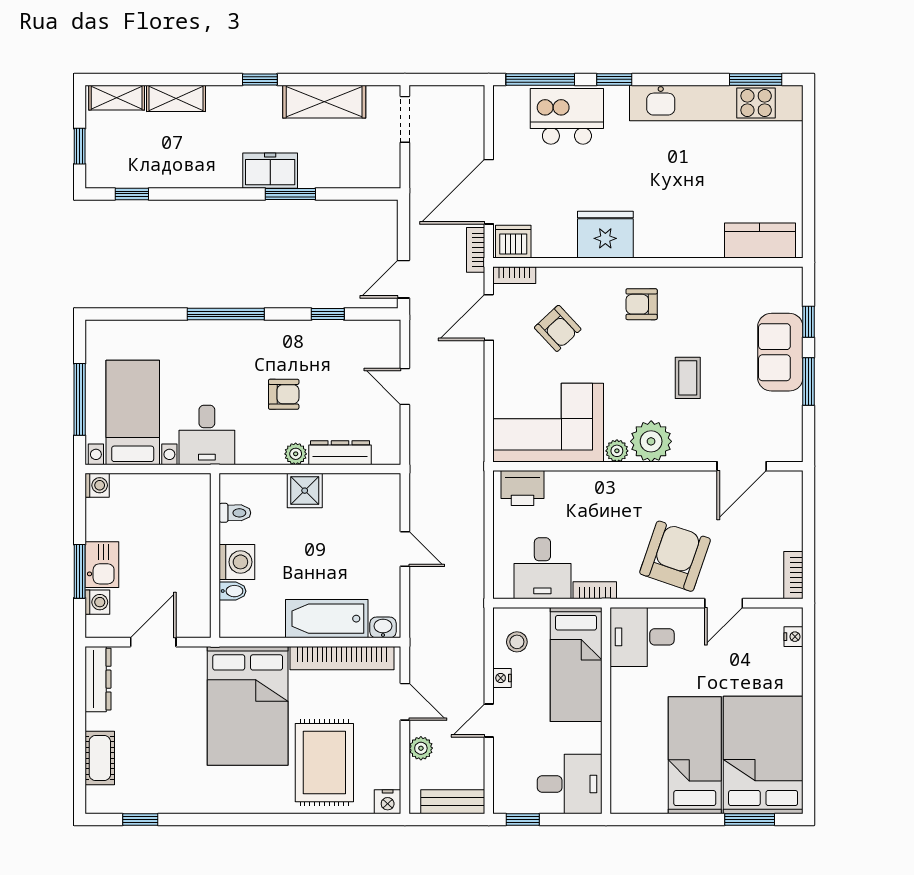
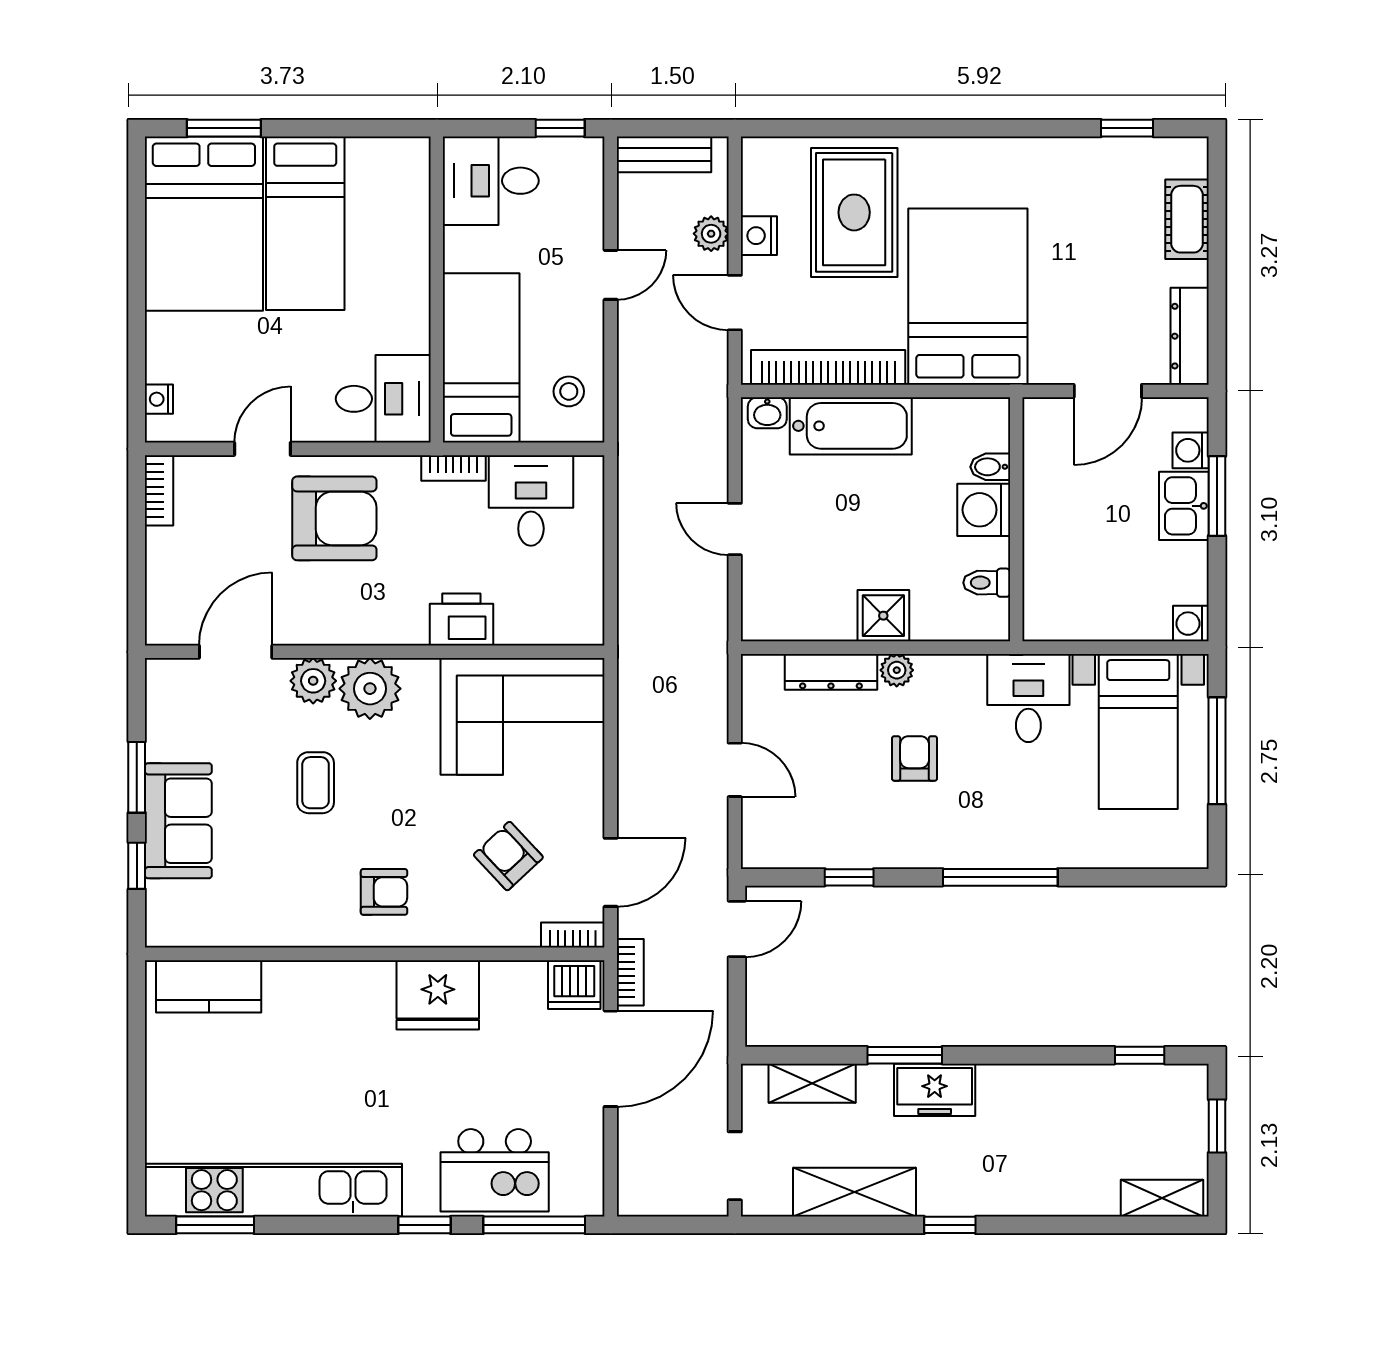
shelving: (176, 98) -> (812, 1083), moved
armchair: (284, 394) -> (915, 758), turned 90
plant: (617, 451) -> (313, 681), moved, width x1.38, depth x1.38
printer: (523, 488) -> (461, 619), moved
armchair: (675, 556) -> (334, 518), turned -109
nightstand: (502, 678) -> (591, 338), removed
nightstand: (388, 802) -> (759, 236), moved, turned -90

